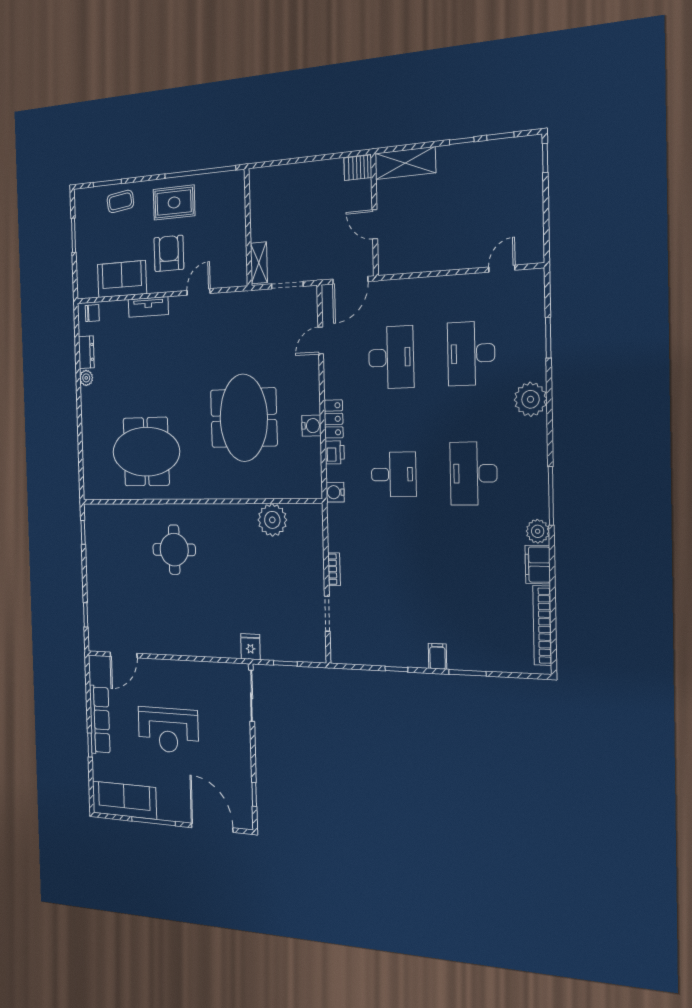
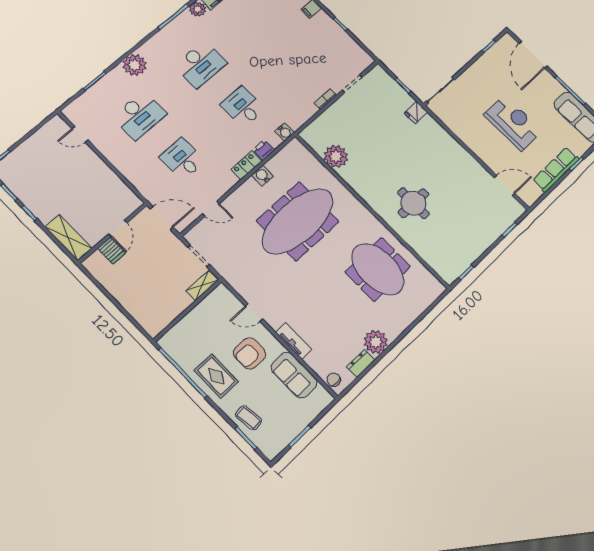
server rack: (358, 168) -> (112, 251), moved
desk: (391, 357) -> (182, 159), width x0.73
plant: (86, 378) -> (376, 342), width x1.87, depth x1.87
meeting table: (244, 418) -> (298, 221), width x1.36

